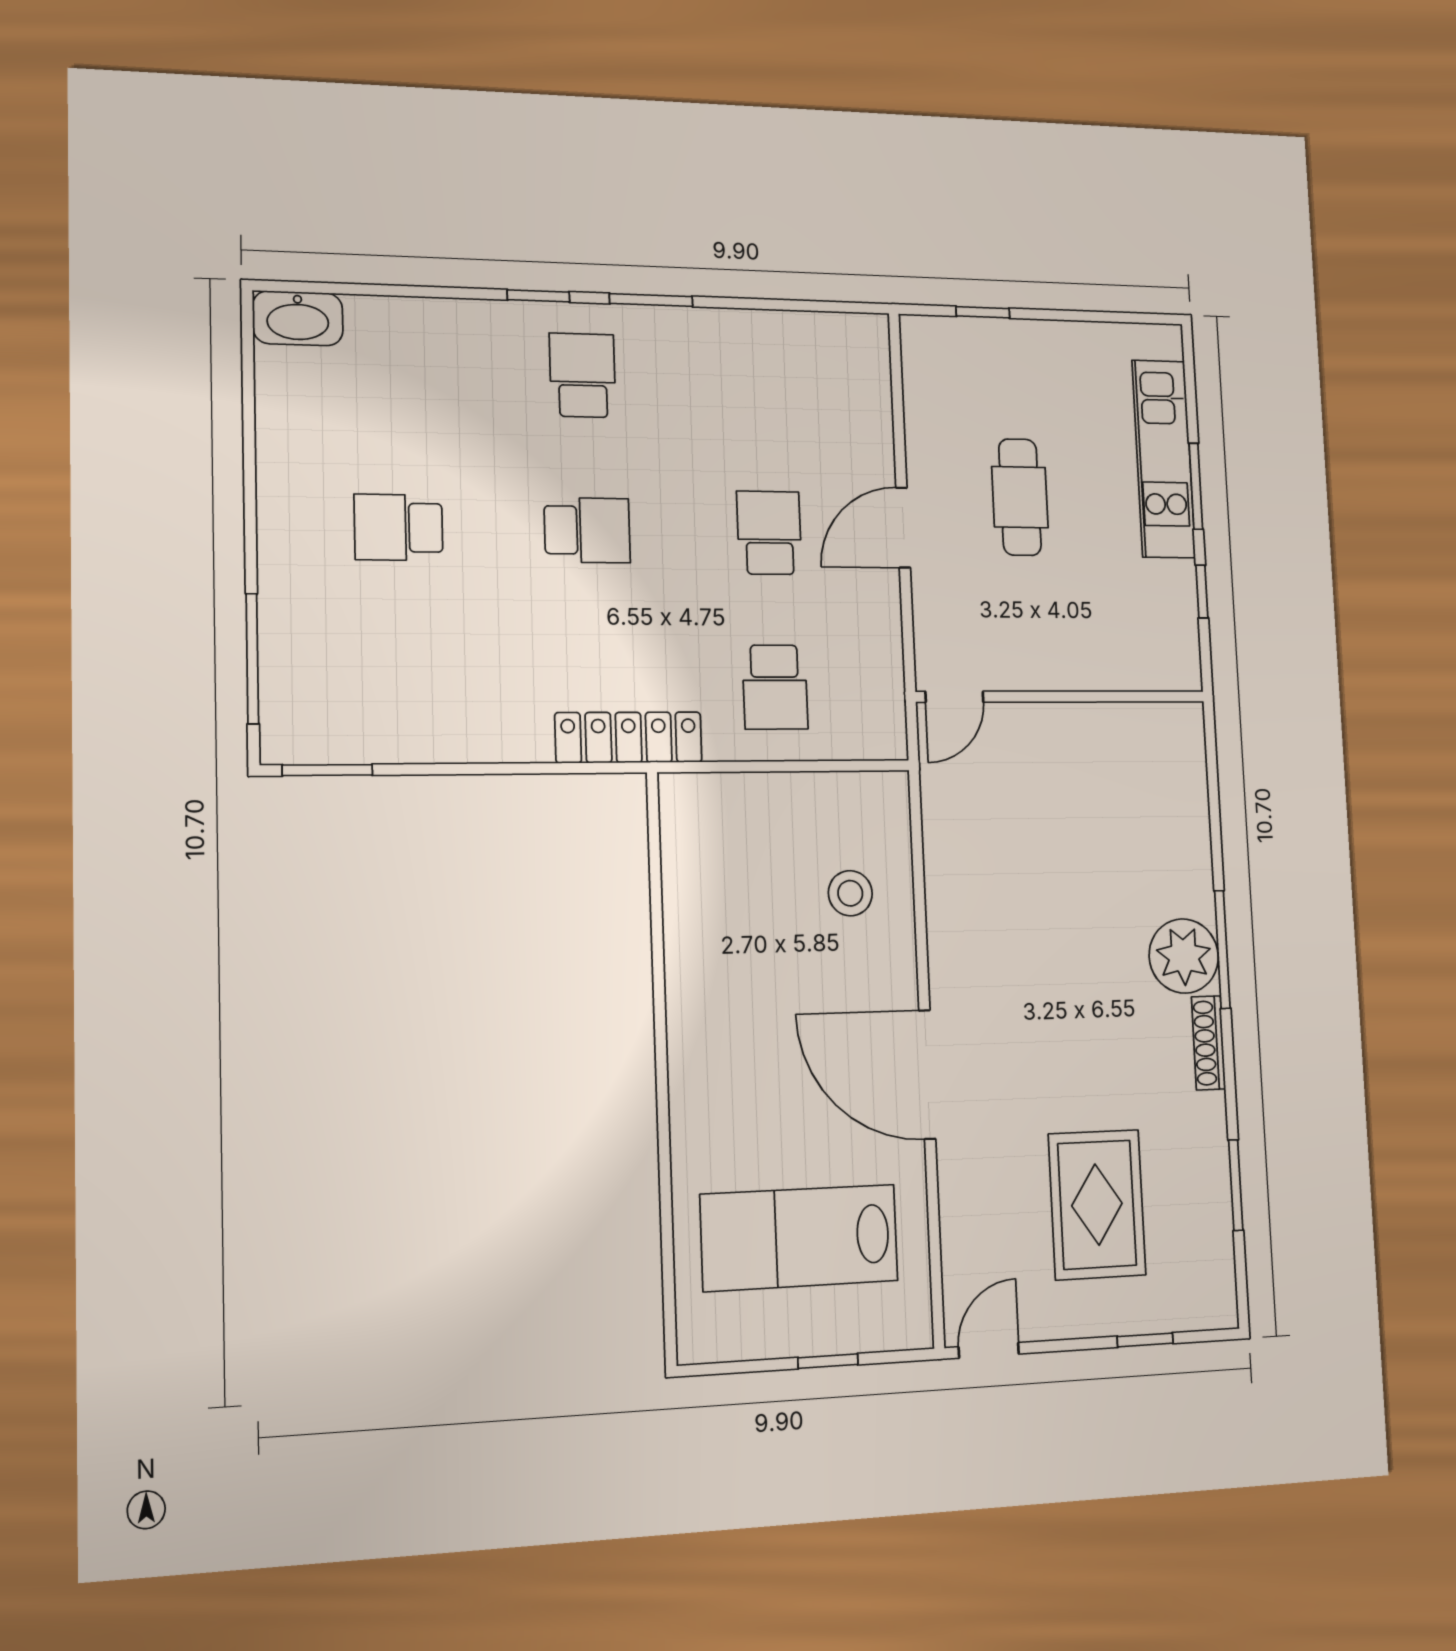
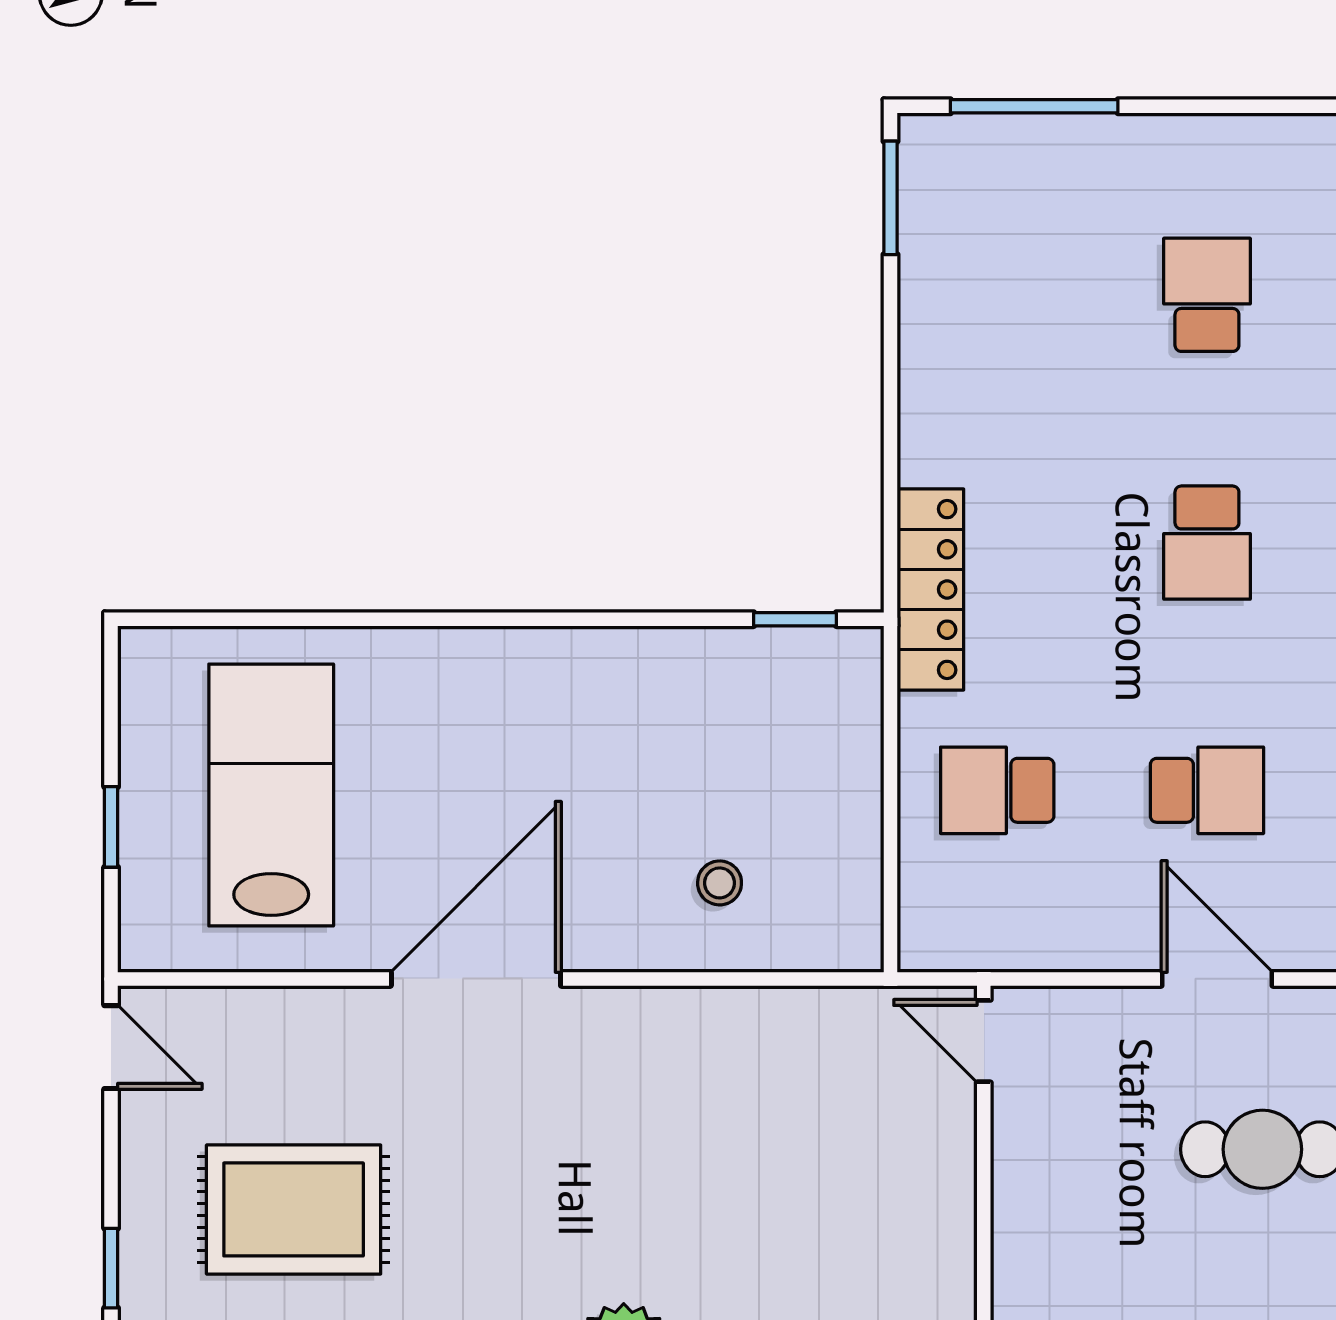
window: (654, 840) -> (795, 619), added
stool: (850, 893) -> (720, 883), width x0.73, depth x0.73

